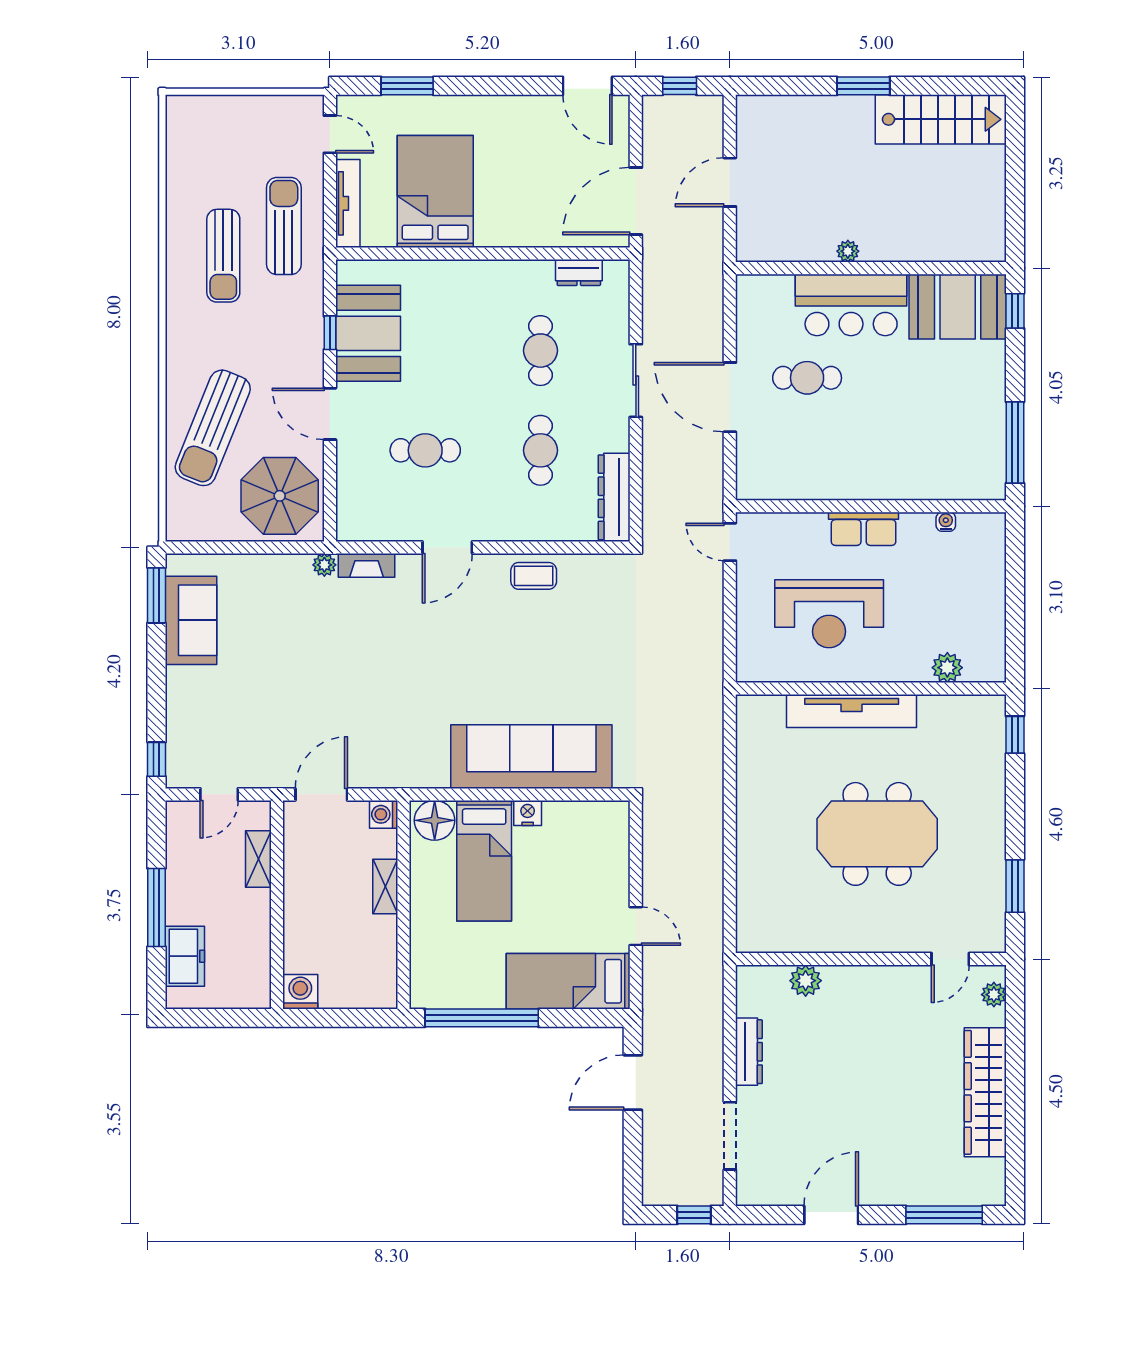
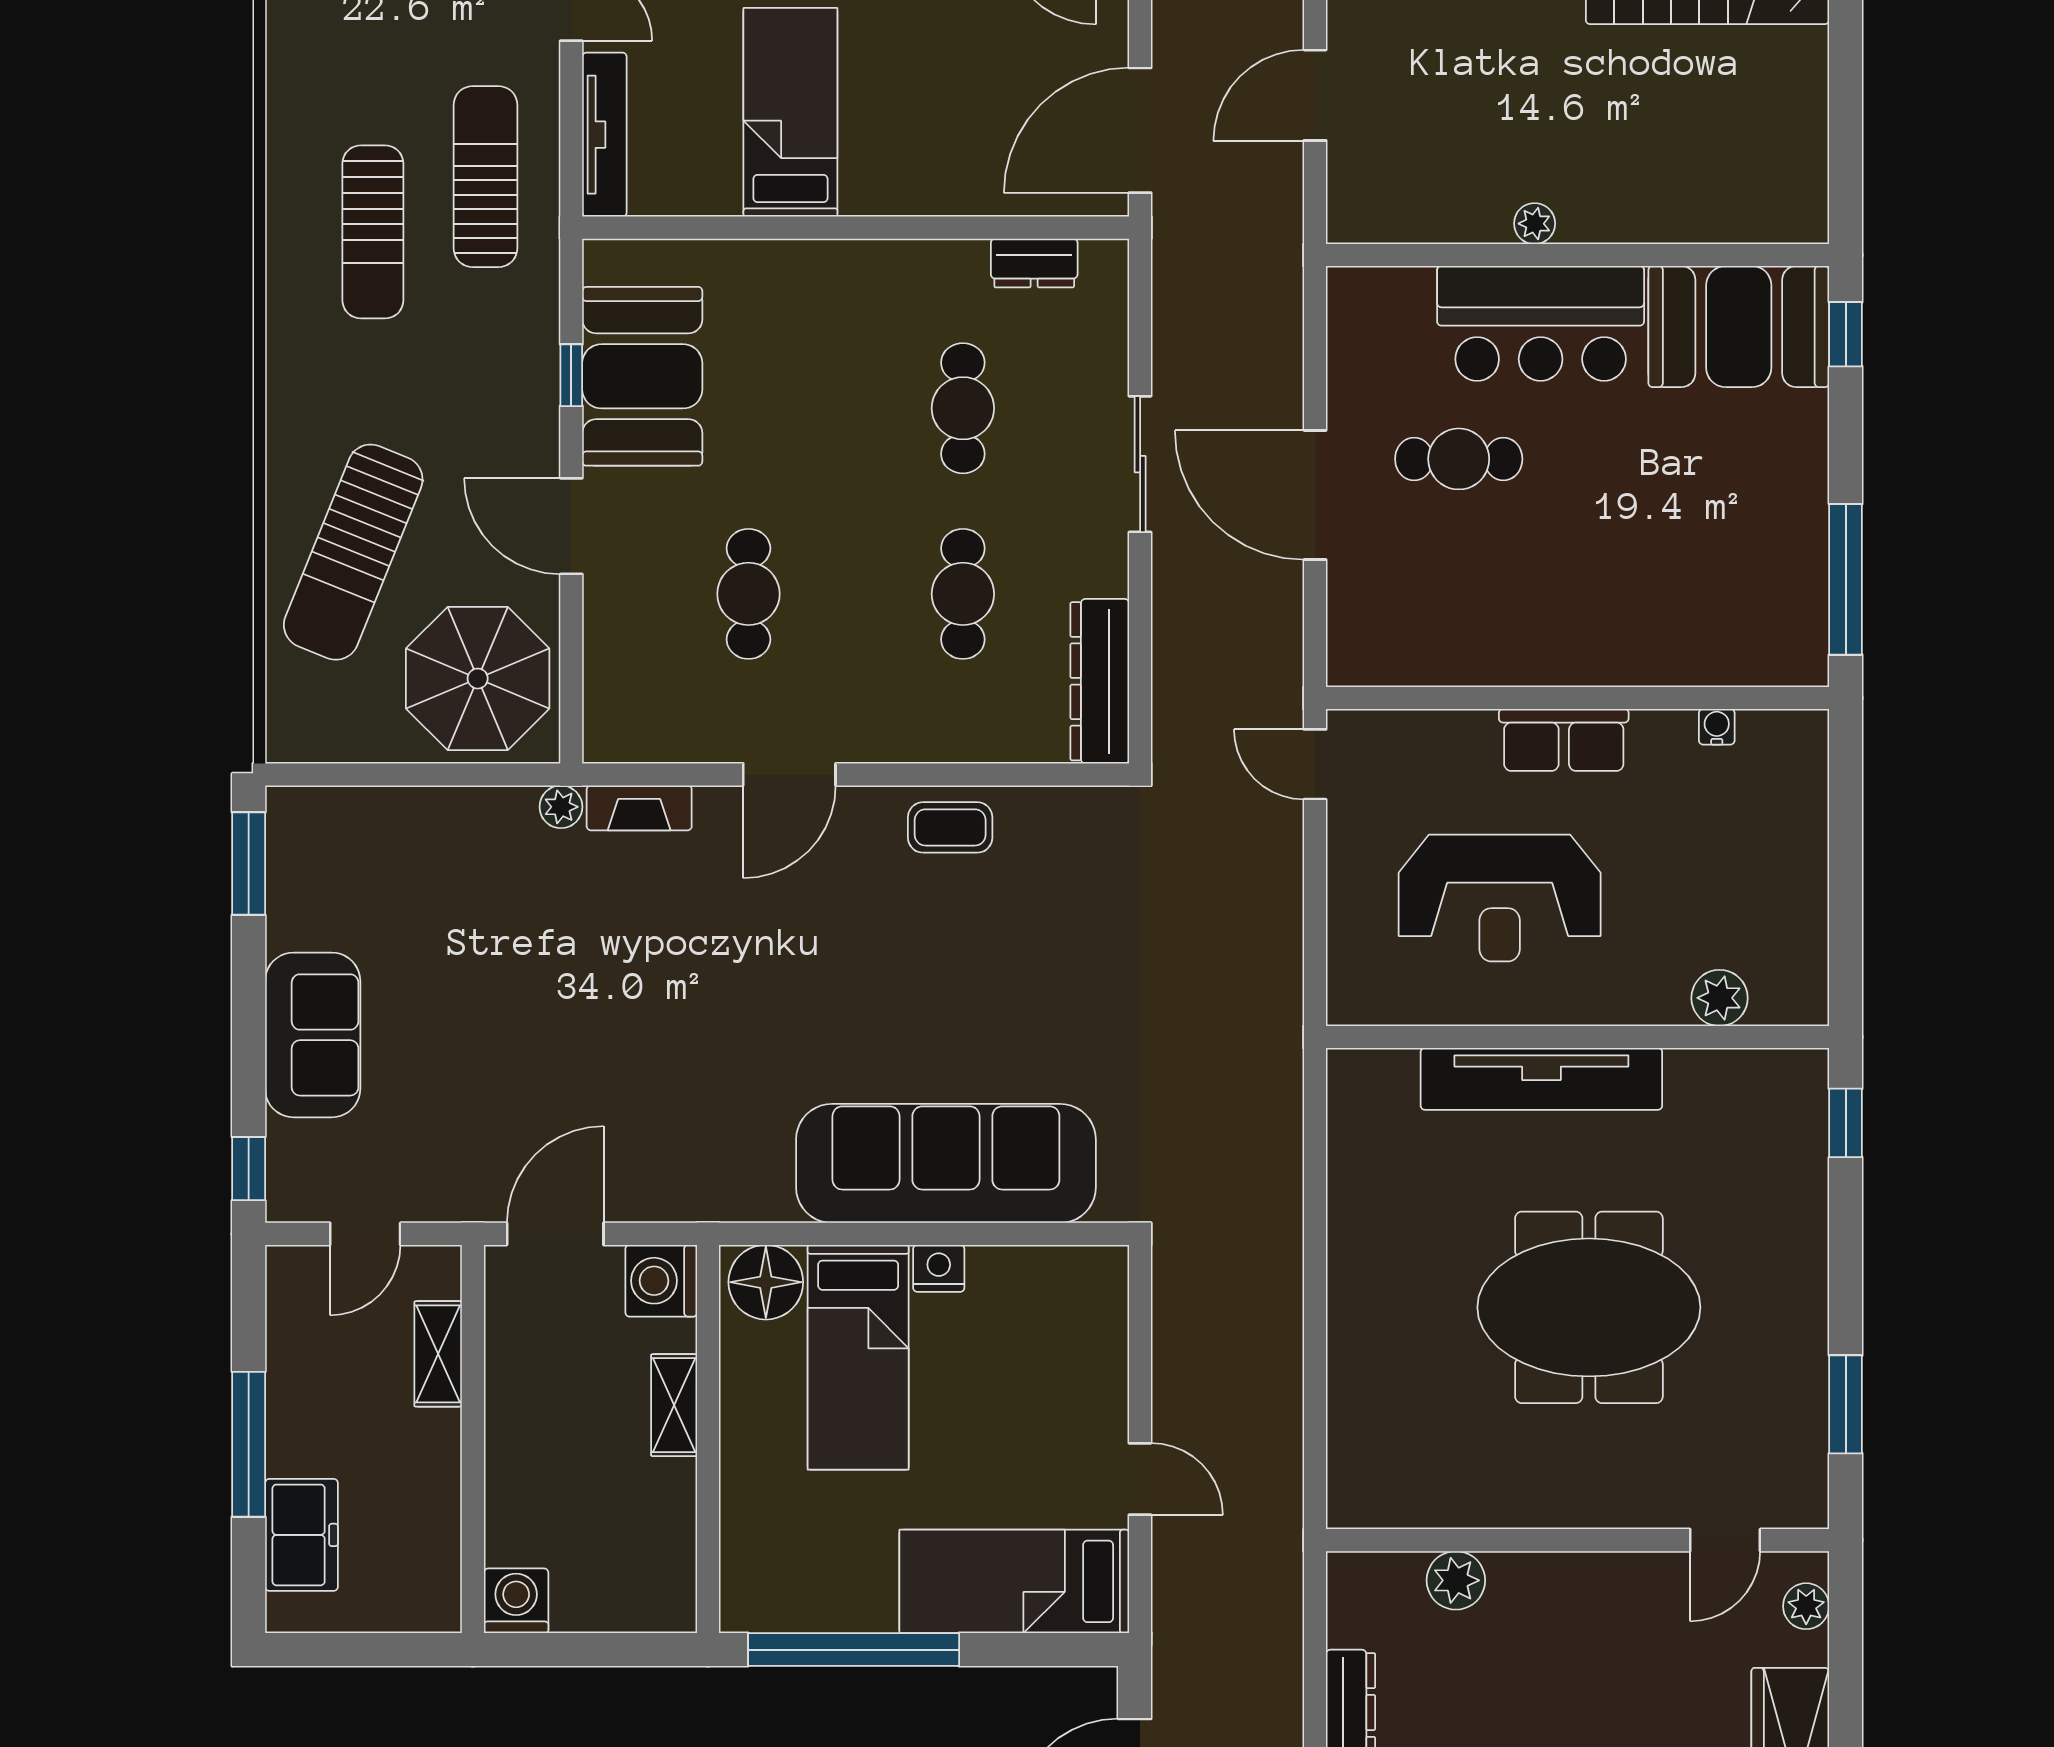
bed: (435, 191) -> (790, 112), width x0.67
cafe table: (425, 450) -> (748, 594), turned 90
sofa: (191, 620) -> (313, 1035), moved
washing machine: (384, 814) -> (661, 1281), width x1.38, depth x1.38

